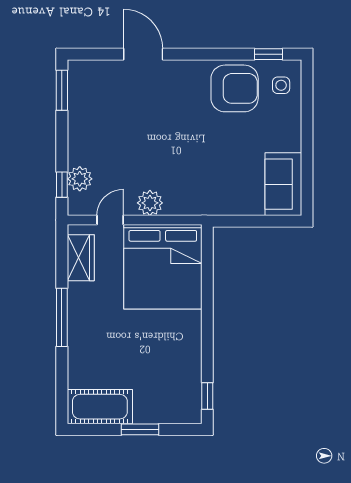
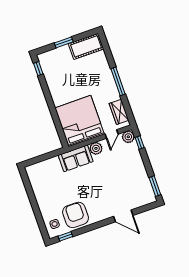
armchair: (235, 88) -> (76, 215), turned 90
plant: (80, 179) -> (128, 137), moved
sofa: (283, 184) -> (76, 158), moved, turned 90

